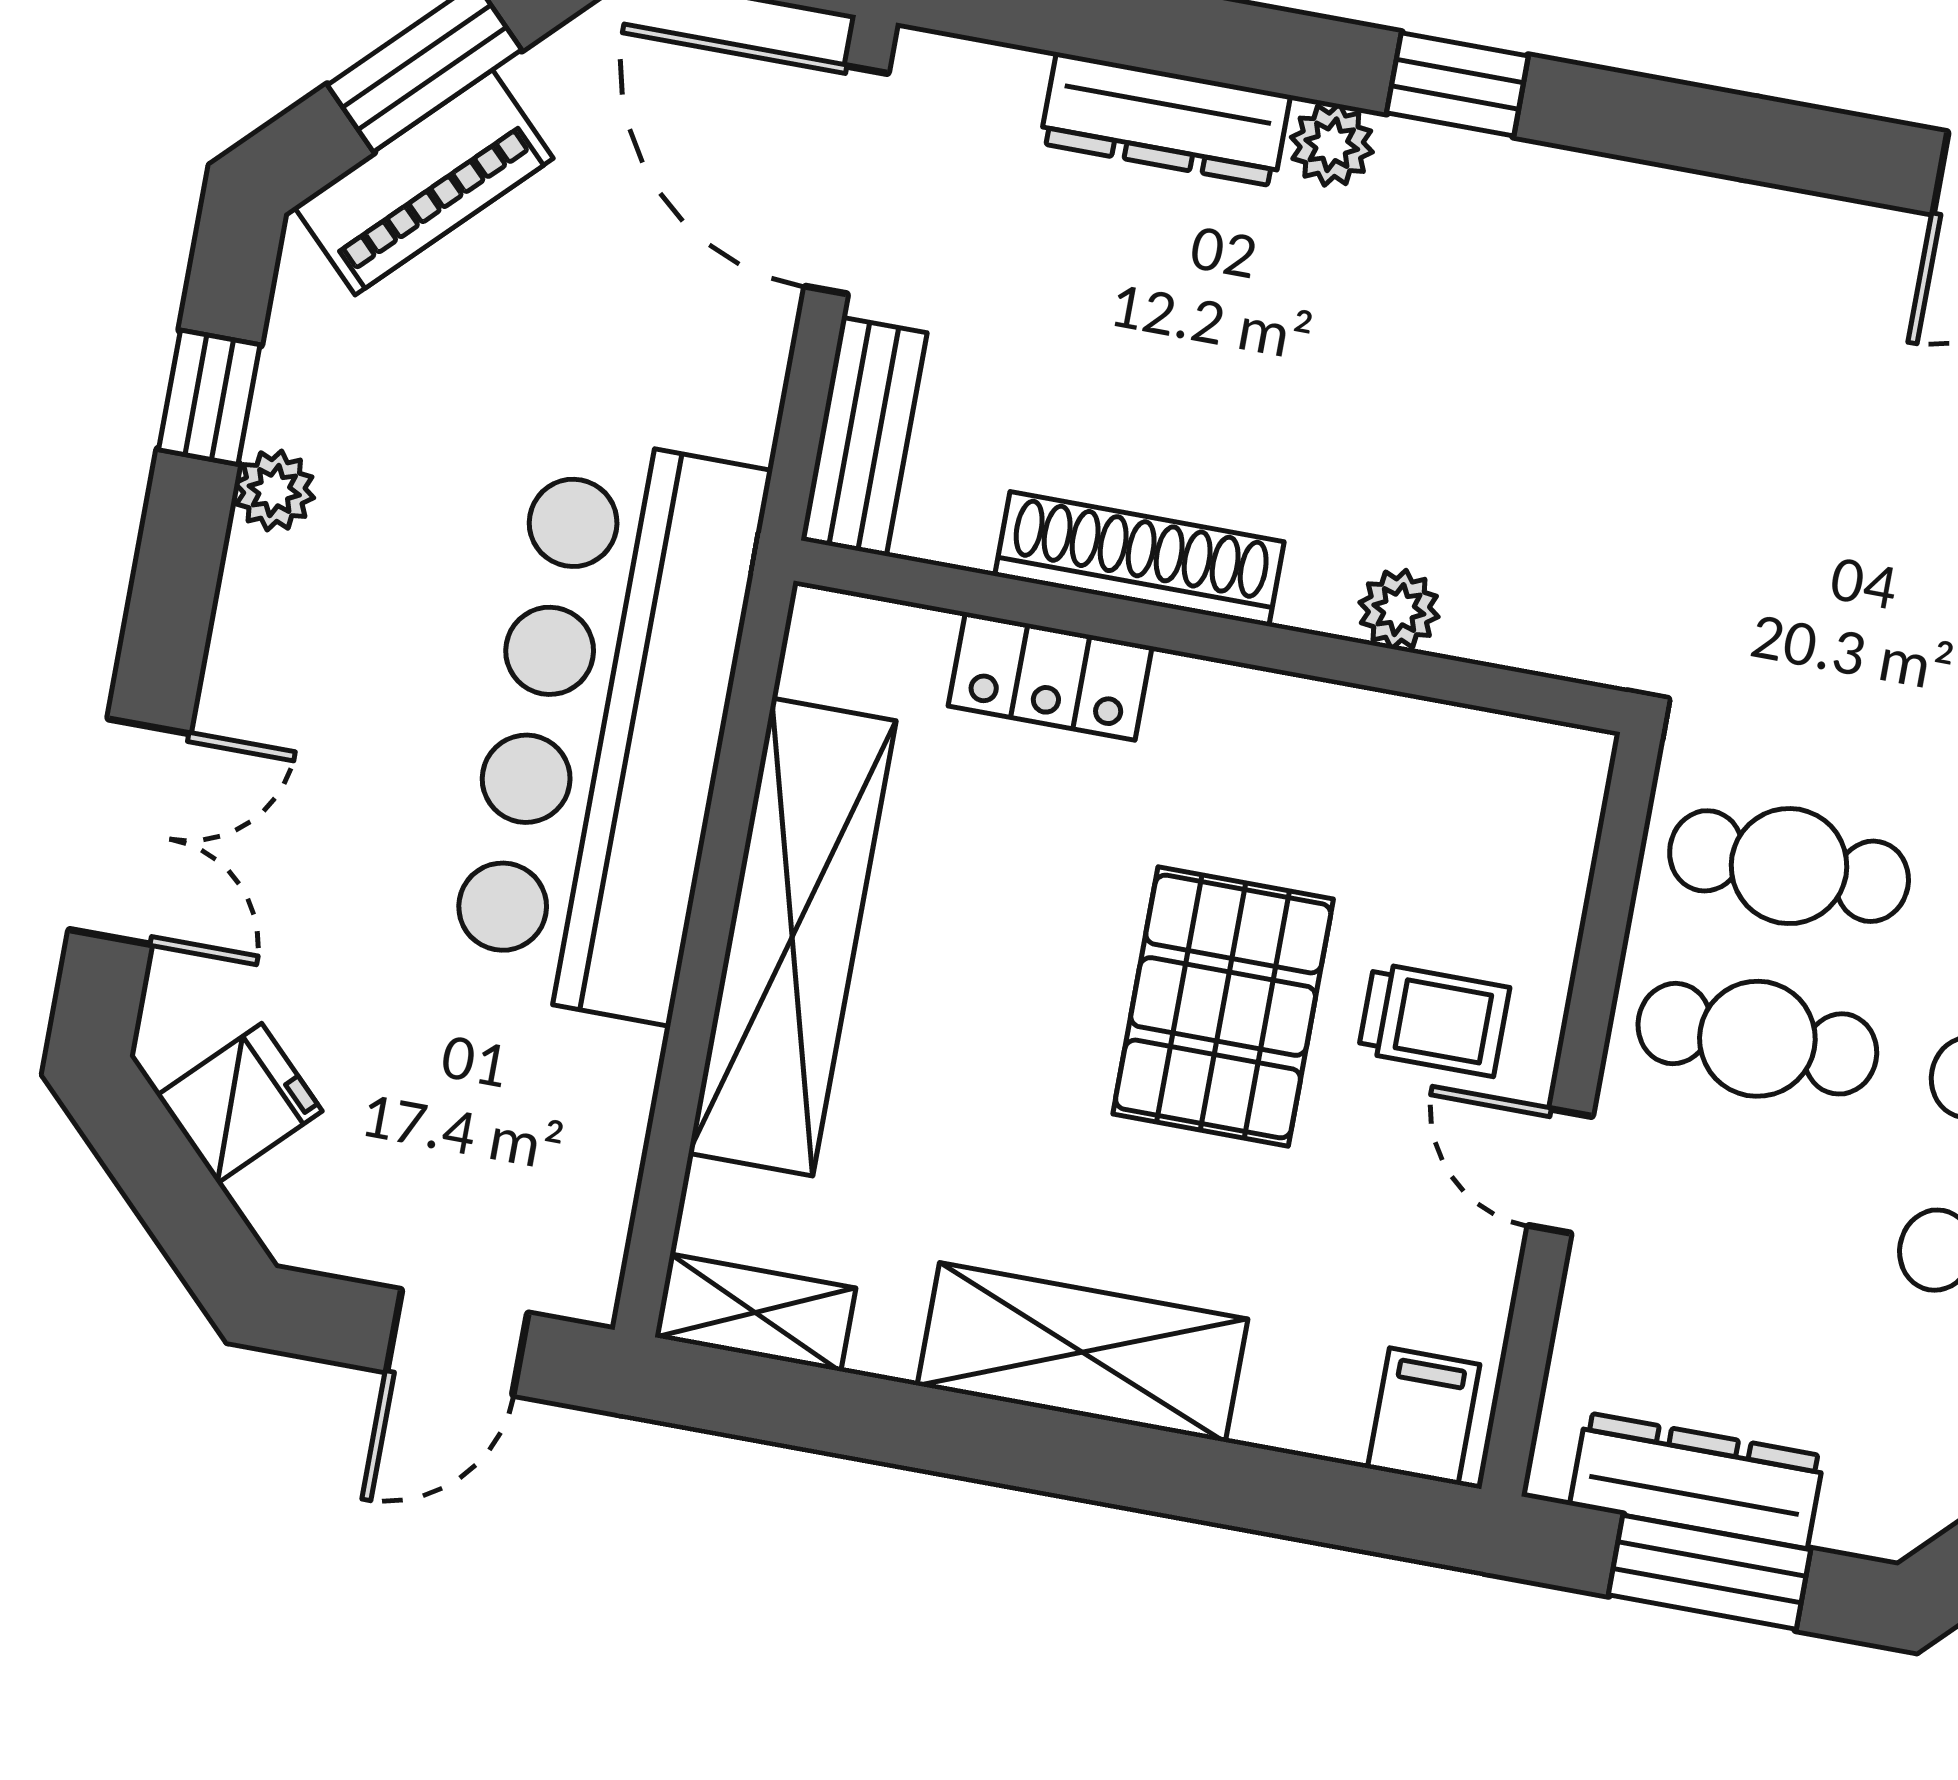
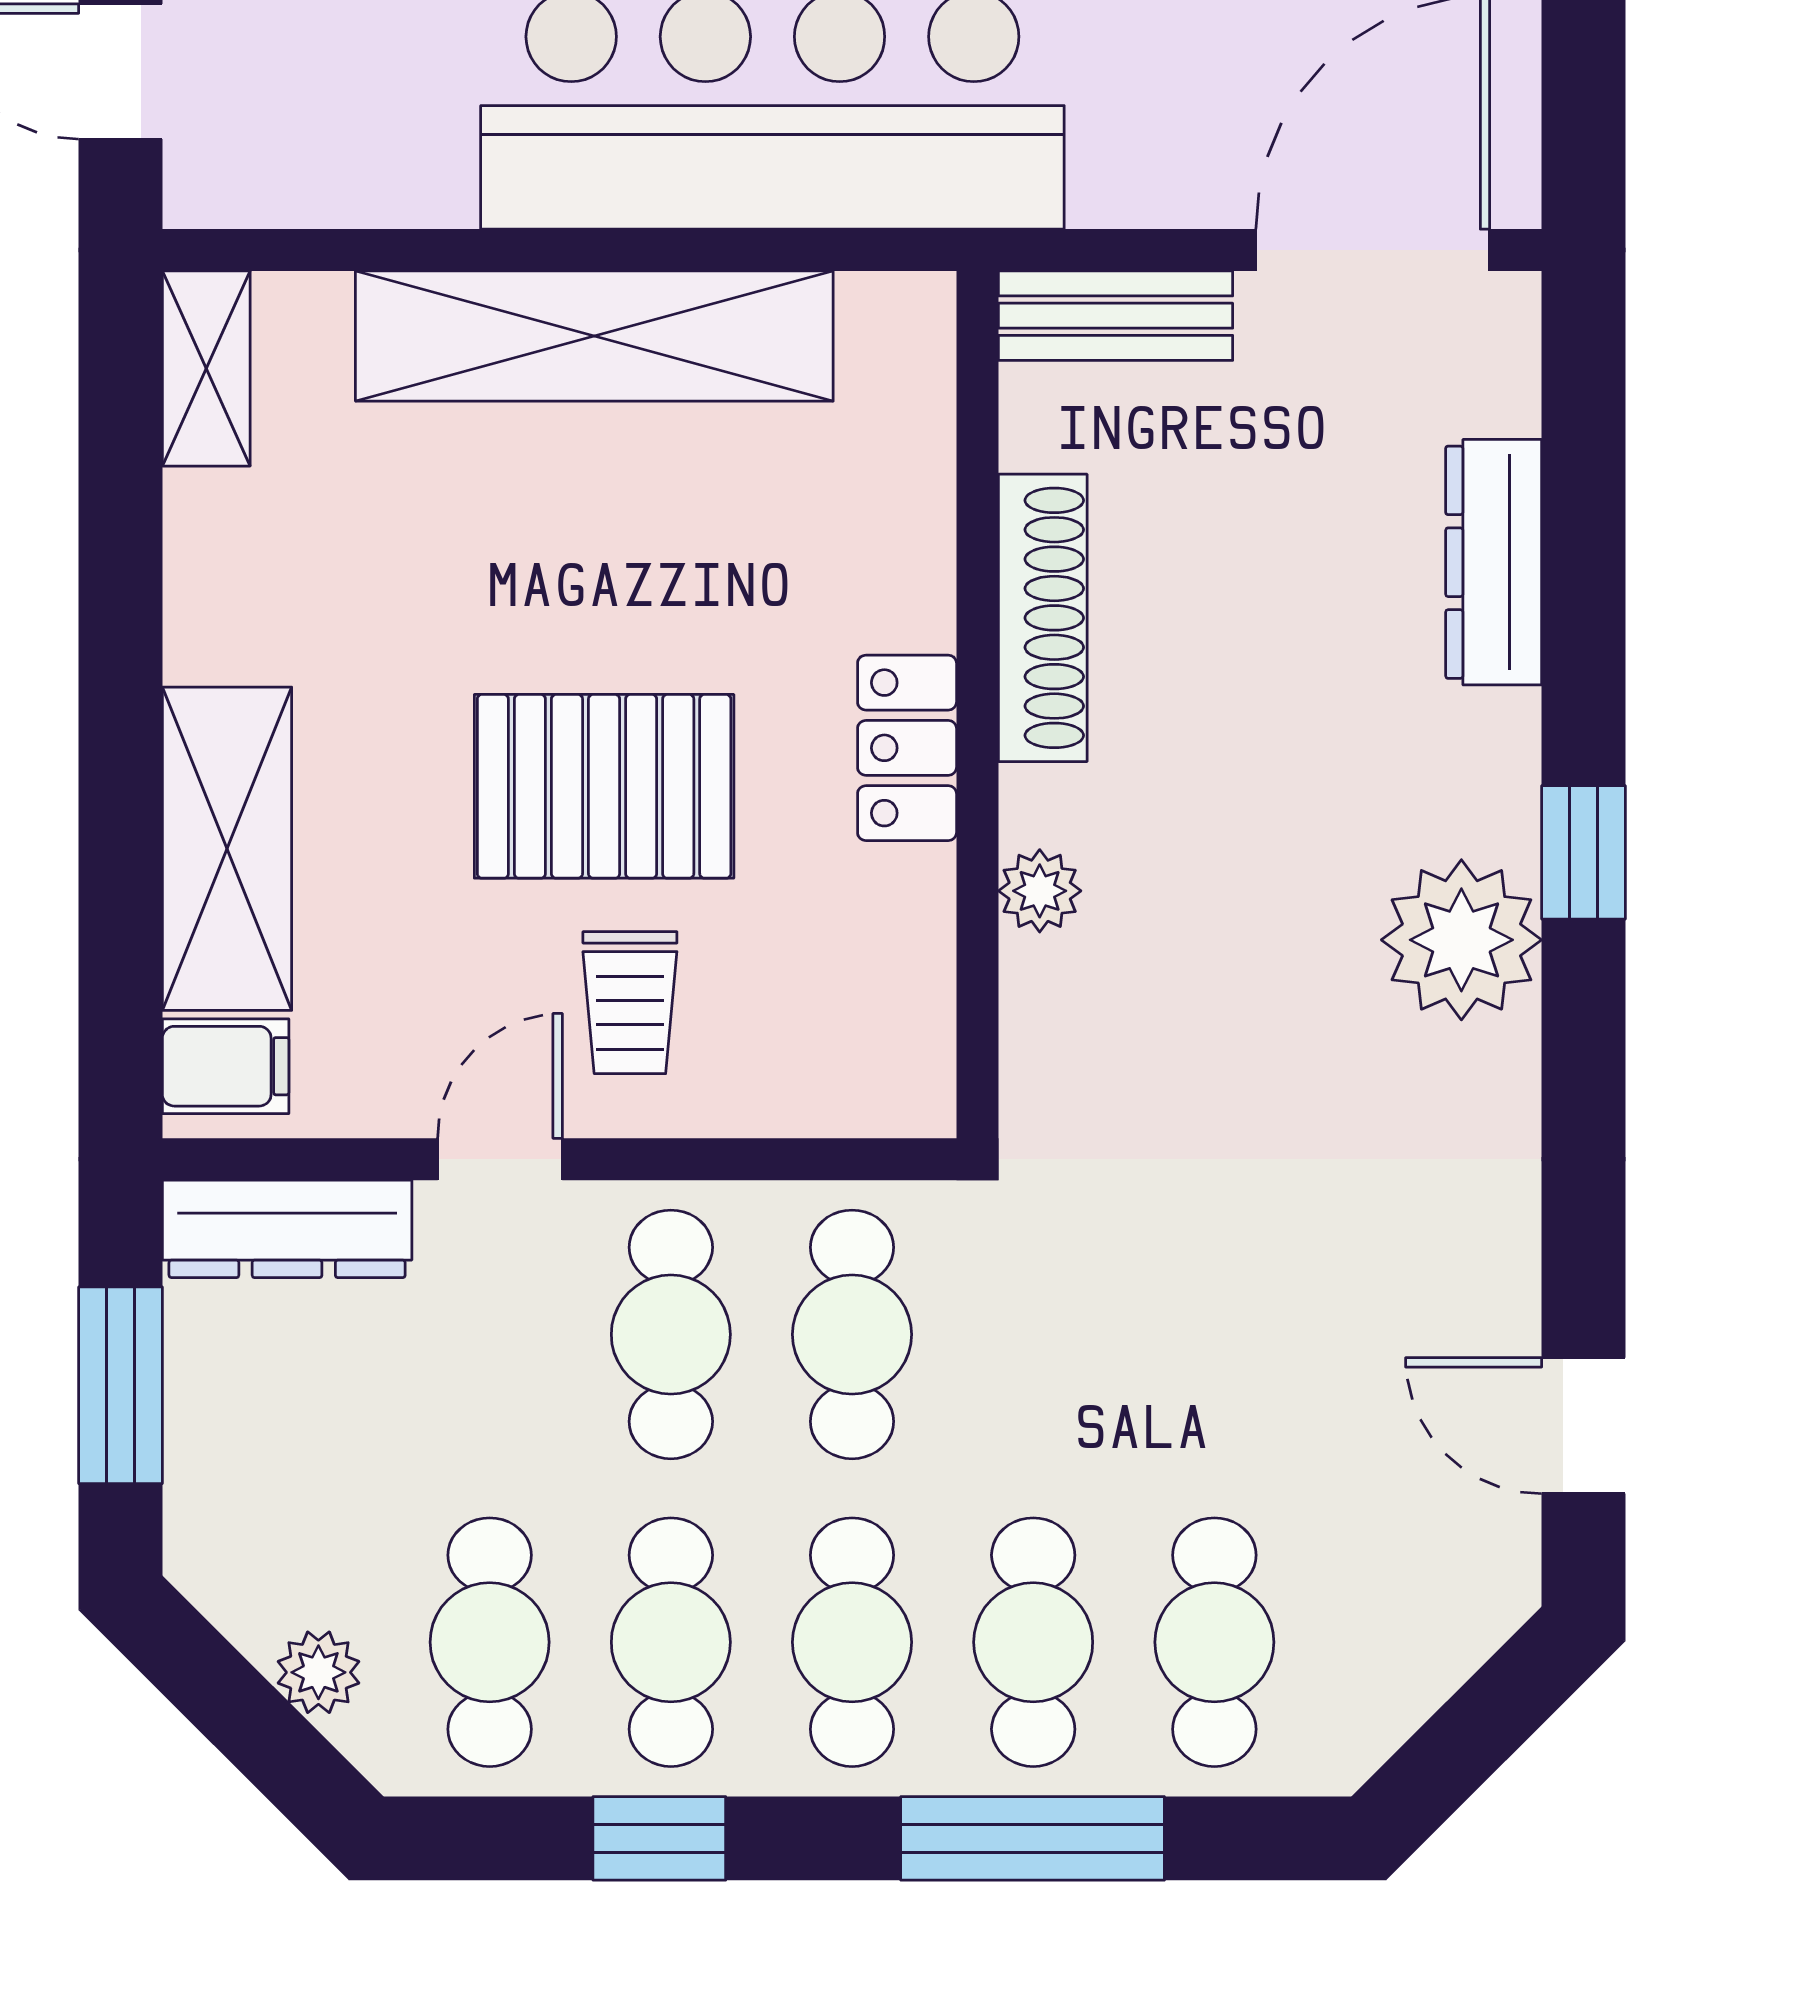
plant: (1332, 145) -> (1461, 940), moved, width x1.88, depth x1.88
locker: (1050, 676) -> (907, 748), moved
shelving: (1082, 1352) -> (227, 849), moved
dresser: (1697, 1481) -> (287, 1229), moved, turned 90

